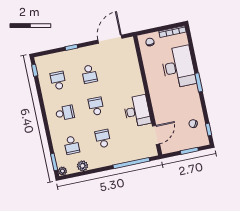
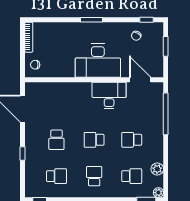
desk: (178, 67) -> (98, 61), moved, turned 180
school desk: (89, 74) -> (56, 140), turned 90
school desk: (58, 81) -> (56, 176), turned 180

